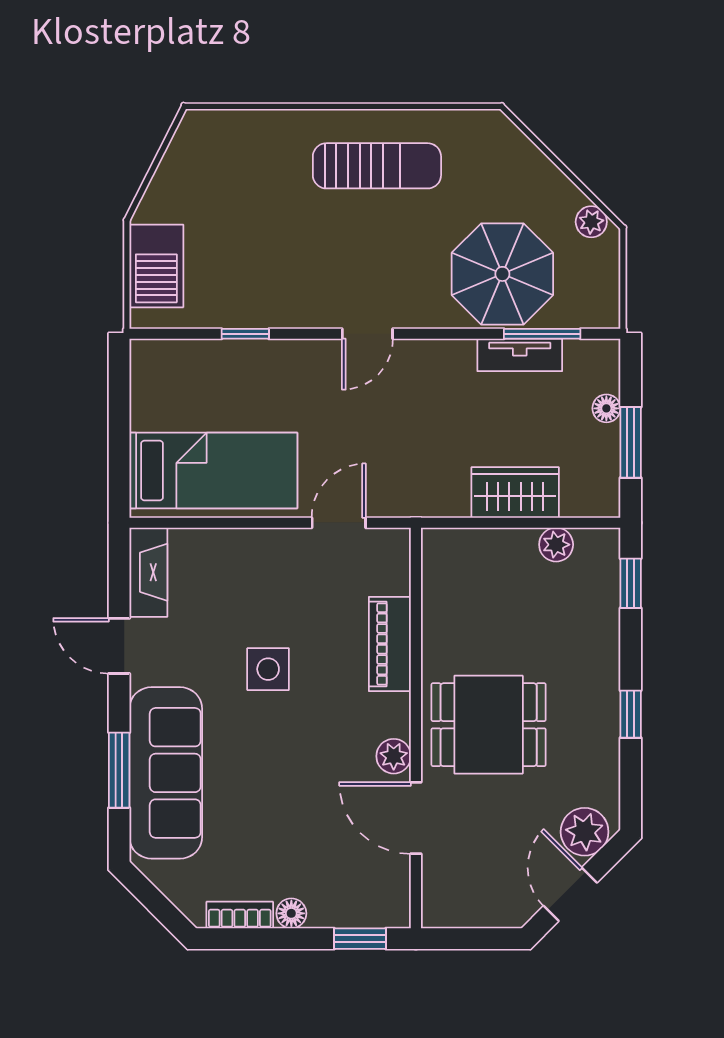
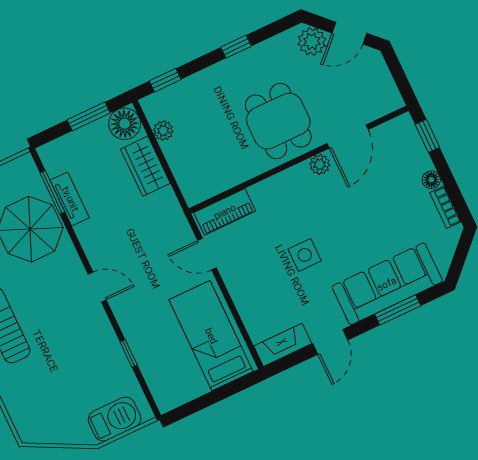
floor lamp: (606, 408) -> (125, 124), moved, width x1.89, depth x1.89
piano: (390, 644) -> (225, 212), moved

